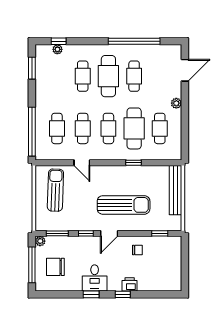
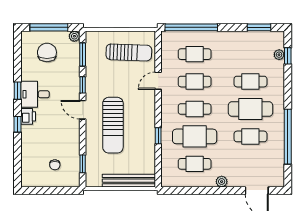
chair: (137, 250) -> (55, 165), moved
printer: (130, 284) -> (28, 116), moved

